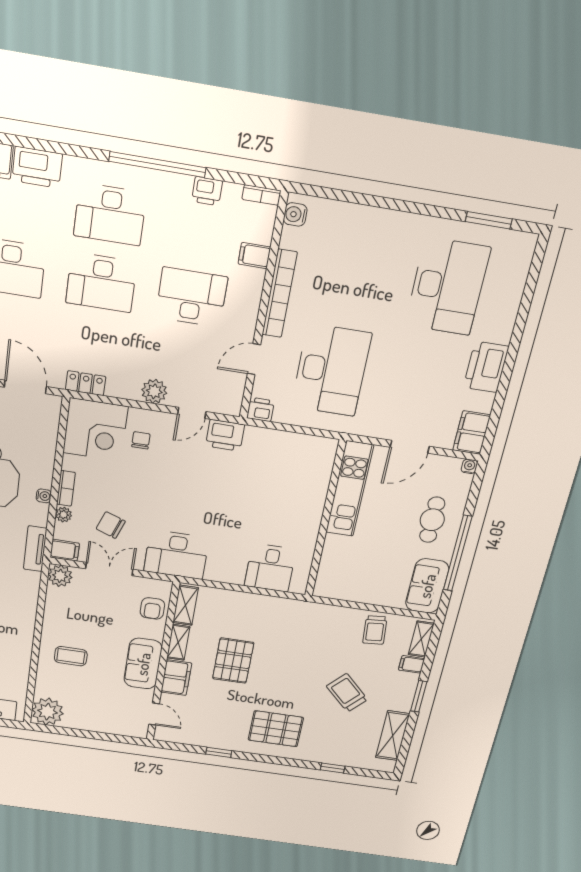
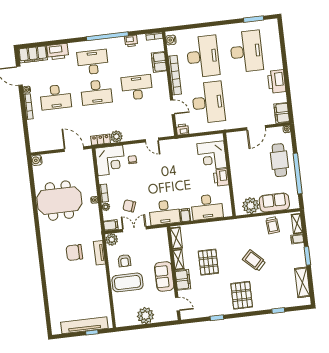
desk: (110, 214) -> (93, 62), turned 180
filing cabinet: (254, 256) -> (159, 62), width x2.00
desk: (352, 271) -> (203, 56), added
door: (254, 359) -> (172, 107), swing flipped
plant: (154, 391) -> (116, 137), moved
door: (192, 413) -> (152, 140), hinge flipped
printer: (225, 435) -> (221, 177), moved, turned 90
corner desk: (303, 476) -> (212, 156), added
kitchen unit: (350, 489) -> (235, 156), removed
cafe table: (432, 520) -> (279, 160), width x1.37, depth x1.35
tv unit: (35, 549) -> (99, 253), moved
desk: (270, 568) -> (207, 207), width x1.37
filing cabinet: (215, 570) -> (185, 215), added
plant: (347, 586) -> (251, 206), added
sofa: (427, 586) -> (274, 203), moved, turned 90
armchair: (152, 608) -> (124, 261), moved
coffee table: (71, 656) -> (127, 282), width x1.86, depth x1.72
trolley: (347, 693) -> (254, 260), moved
plant: (47, 712) -> (145, 316), moved
pallet: (276, 729) -> (242, 295), turned 90

